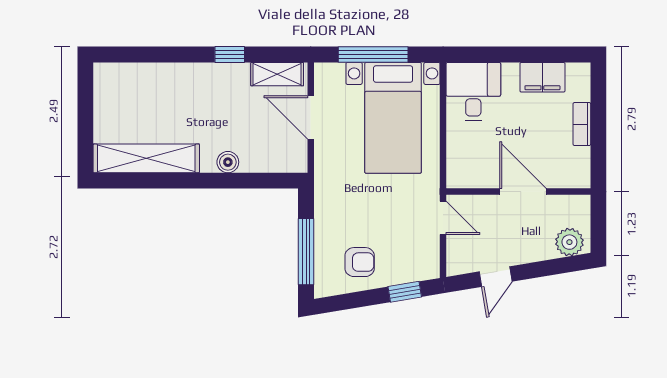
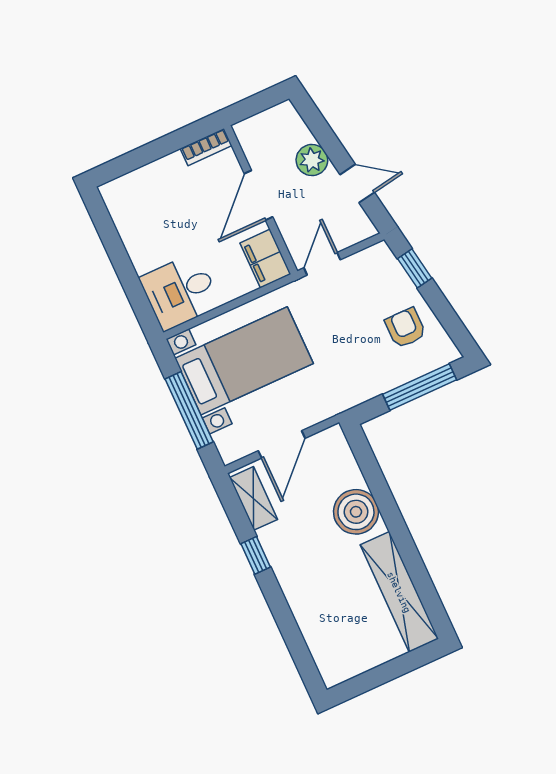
filing cabinet: (542, 77) -> (265, 259), moved, turned 180
bookcase: (582, 124) -> (206, 147), moved
boiler: (228, 162) -> (356, 512), width x1.86, depth x1.86
plant: (569, 242) -> (312, 160), moved

